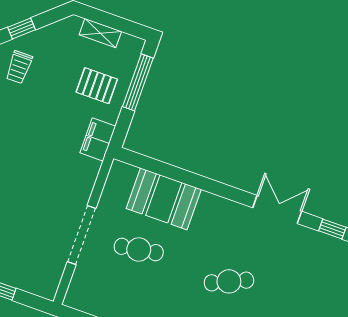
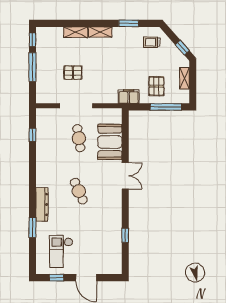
window: (22, 28) -> (182, 48), moved
double door: (277, 209) -> (125, 176), moved
pallet: (23, 220) -> (73, 73), added

